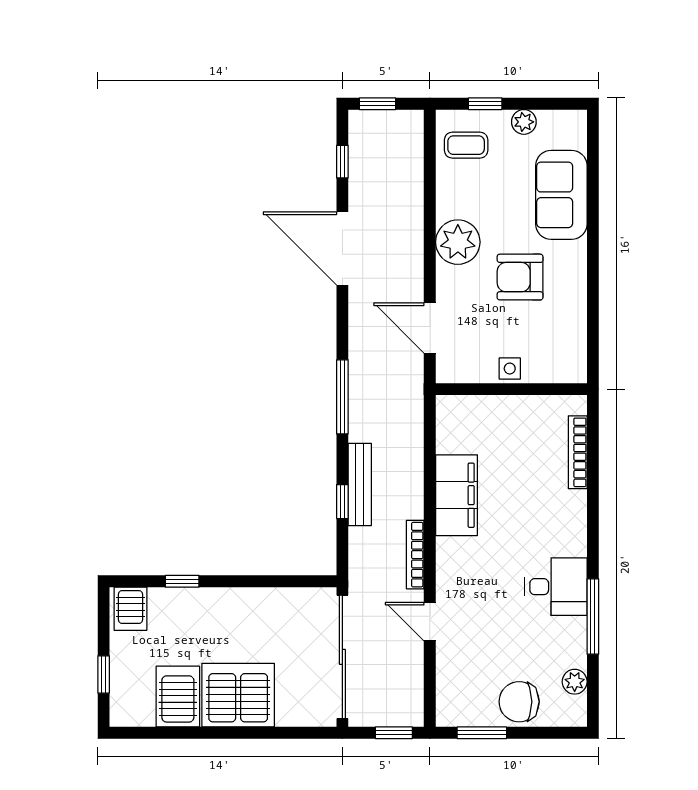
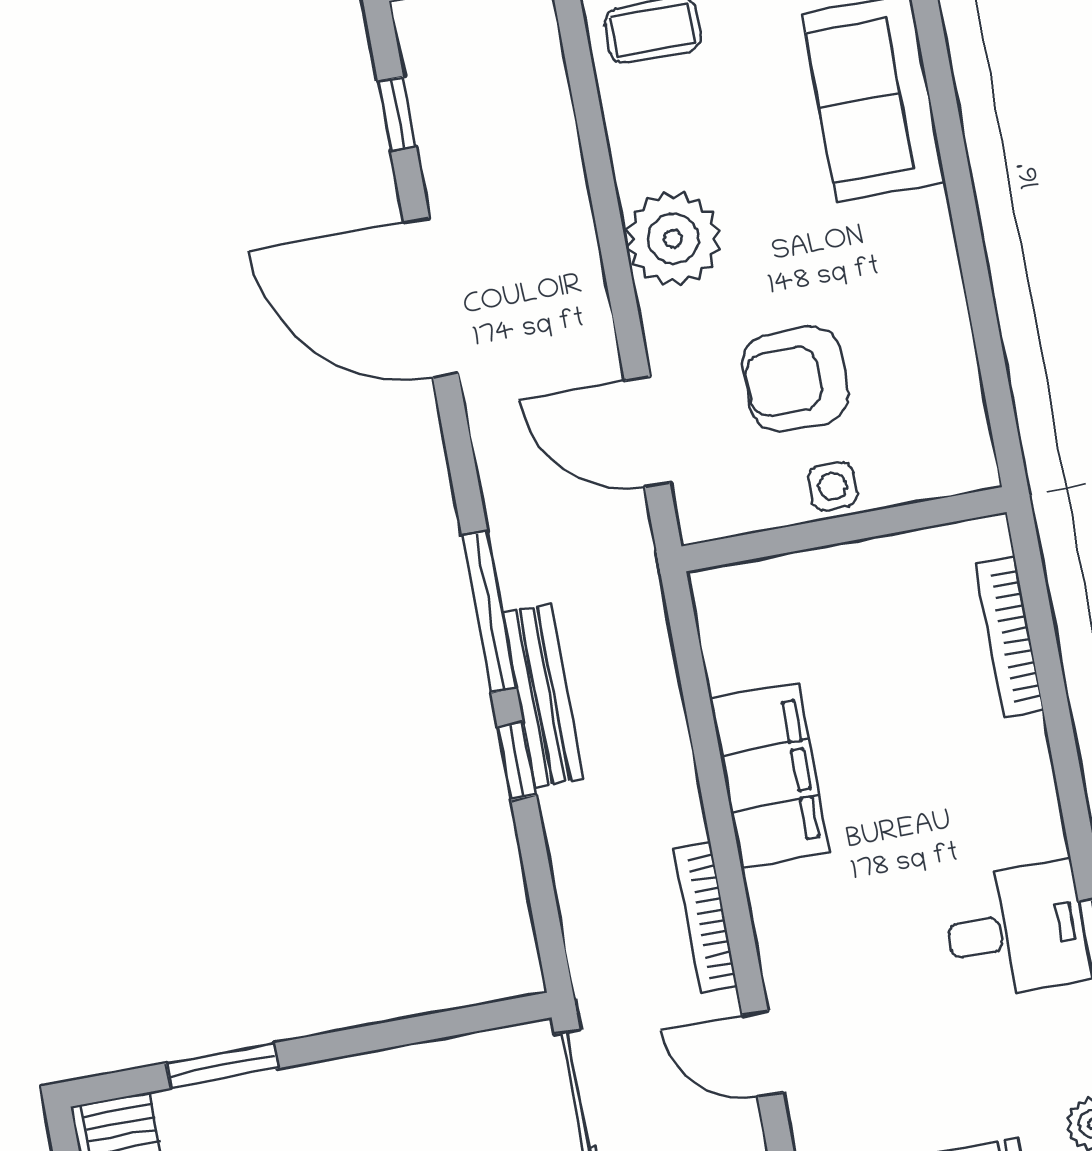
armchair: (520, 277) -> (795, 379), moved
bench: (360, 485) -> (543, 696), moved
window: (342, 502) -> (517, 761), moved
window: (182, 581) -> (222, 1066), width x1.50

